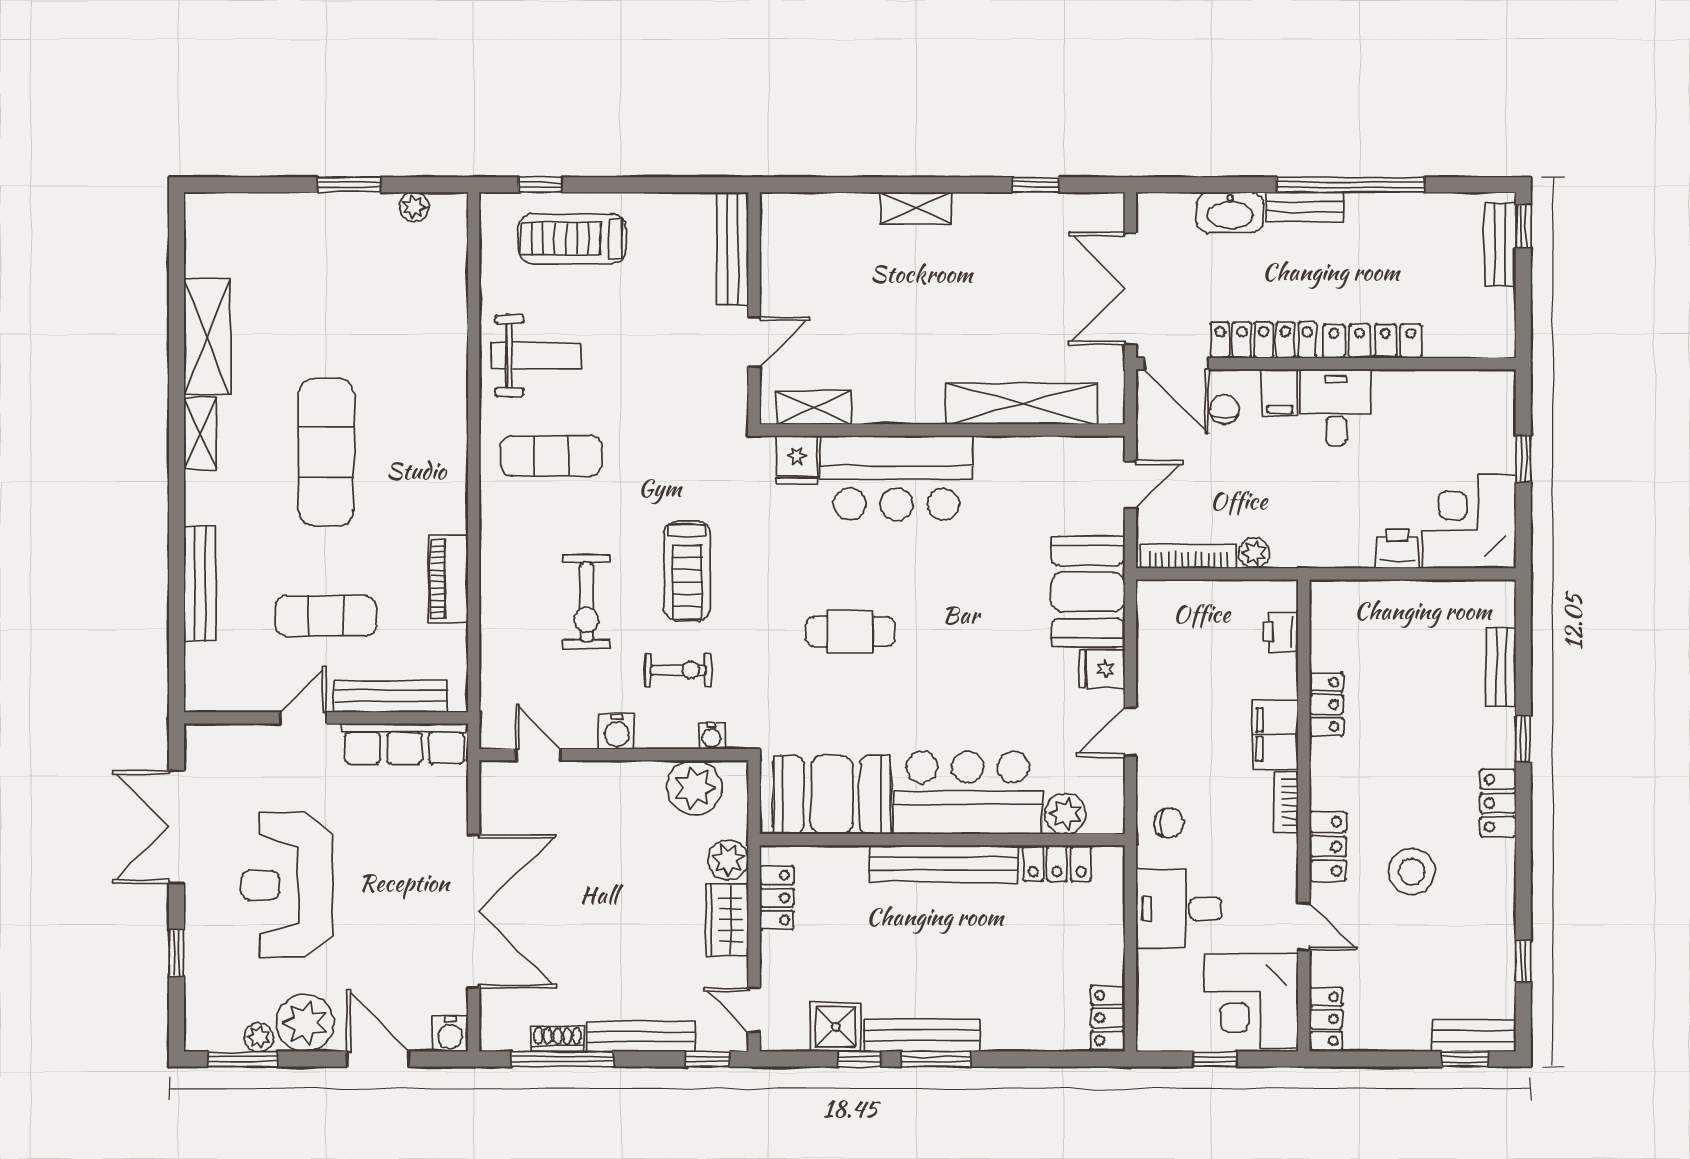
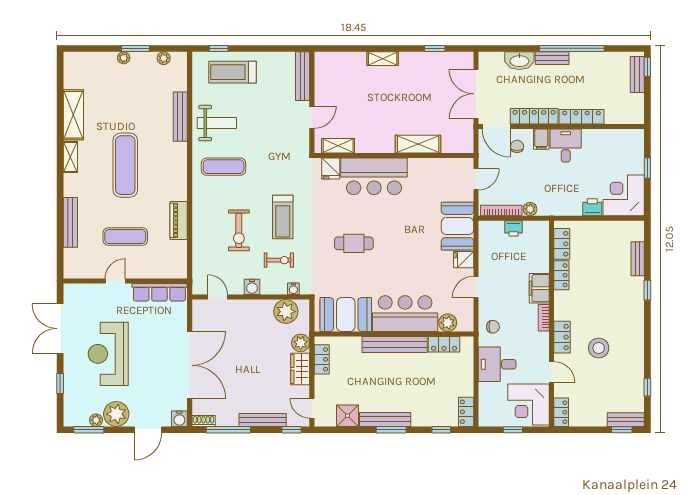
plant: (322, 206) -> (124, 58), added
shelving: (1022, 404) -> (418, 144), width x0.68
printer: (1280, 632) -> (514, 228), moved, turned -90
bench: (391, 696) -> (180, 117), moved, turned 90
locker: (1498, 803) -> (562, 244), moved, turned 180
shoe rack: (558, 1039) -> (204, 421), moved
door: (378, 1059) -> (148, 430), swing flipped
window: (860, 1059) -> (441, 430), moved

